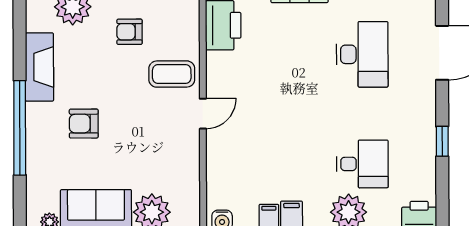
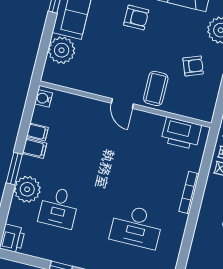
armchair: (130, 32) -> (193, 66), turned 69
armchair: (84, 124) -> (136, 18), turned 90

